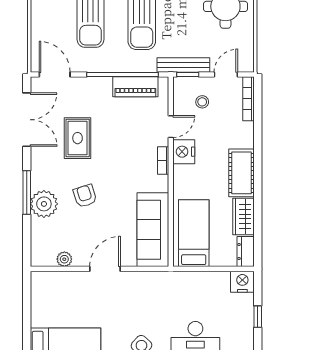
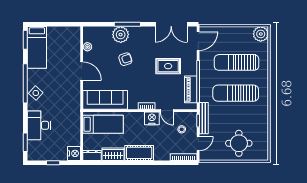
door: (226, 75) -> (198, 144), hinge flipped
rug: (78, 138) -> (168, 66), moved

